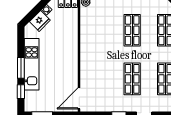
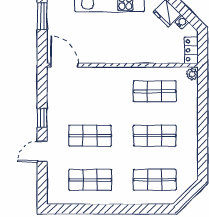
shop shelf: (99, 30) -> (155, 91), added

